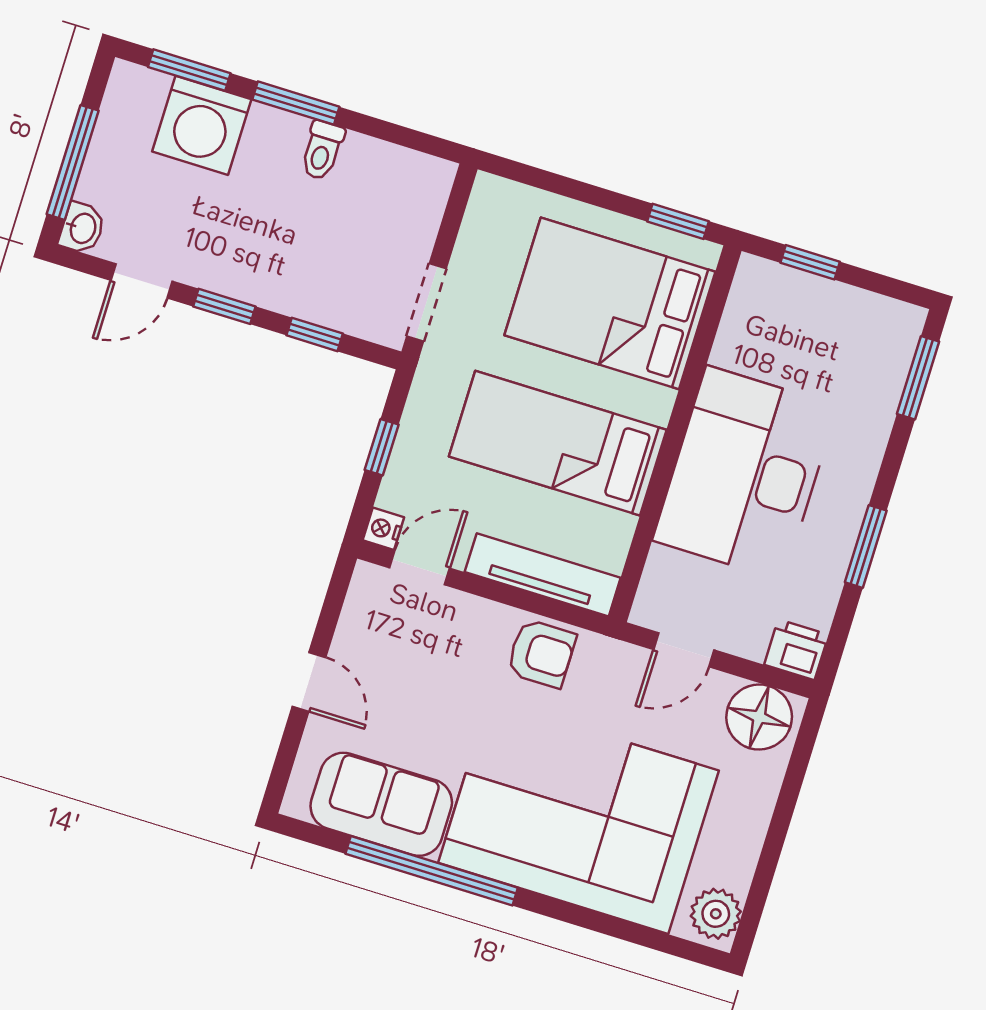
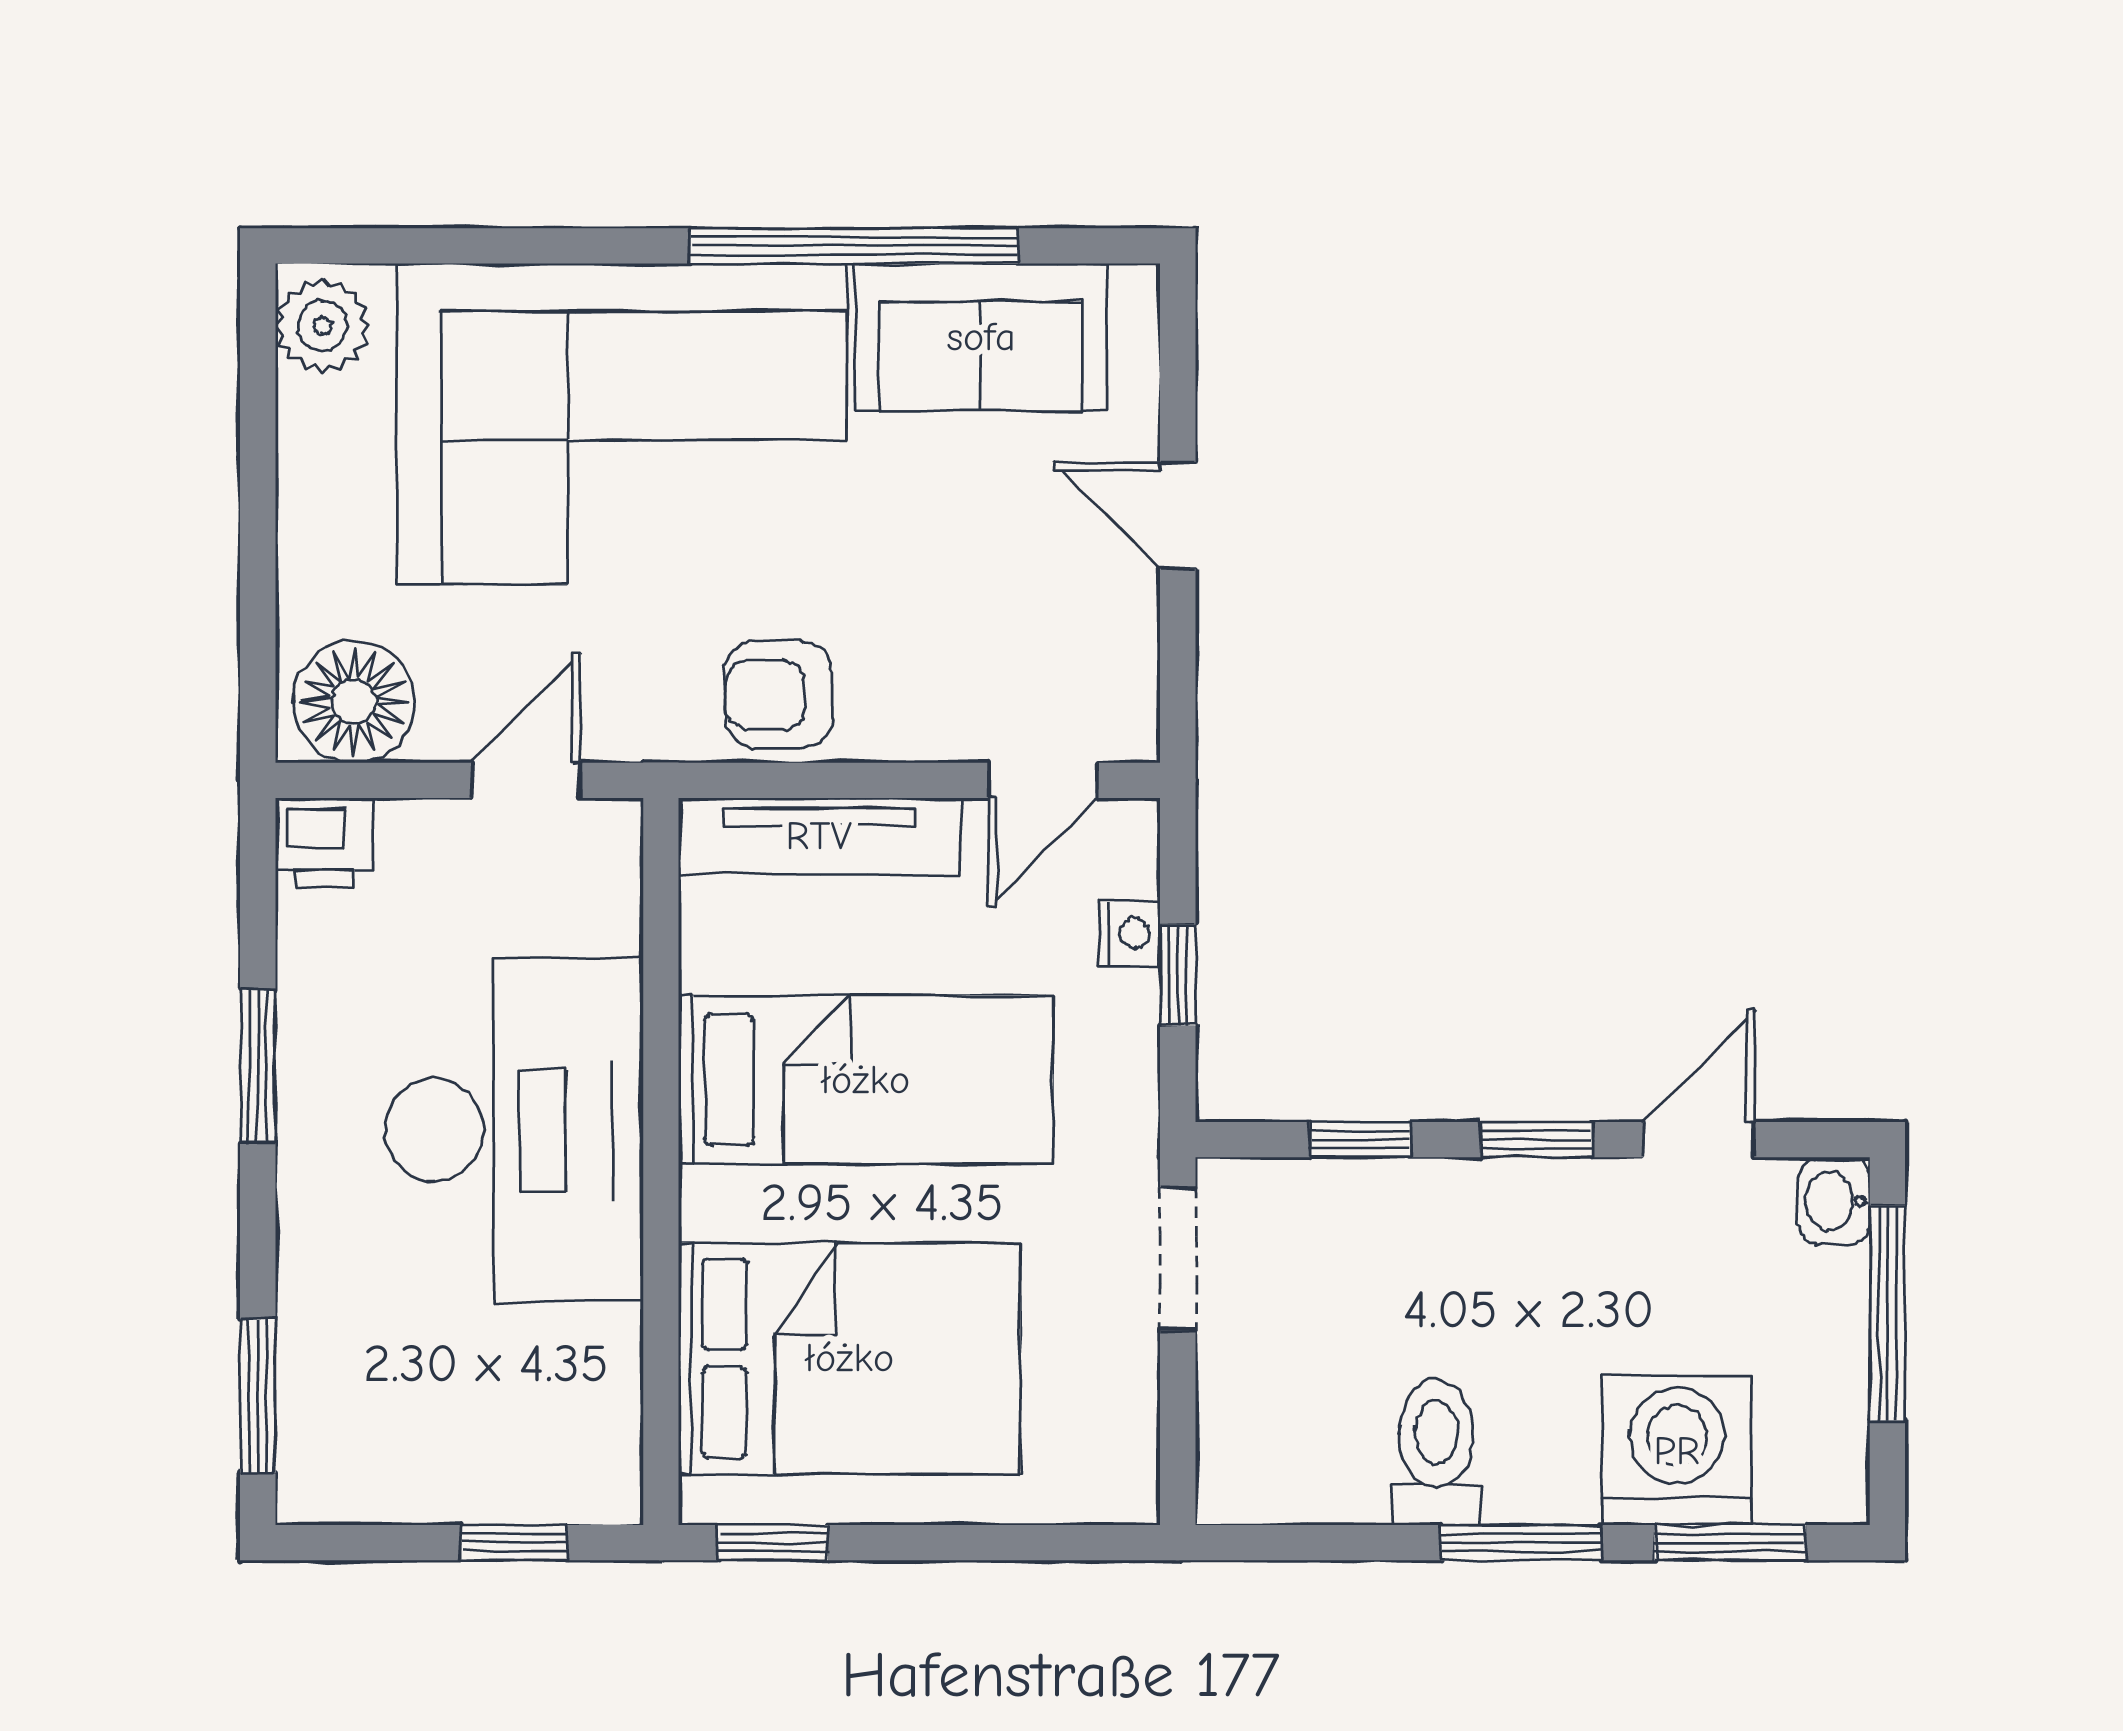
toilet: (322, 150) -> (1436, 1452), width x1.37, depth x1.39
nightstand: (383, 529) -> (1130, 933), moved

